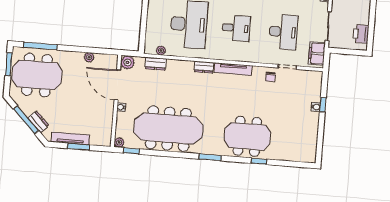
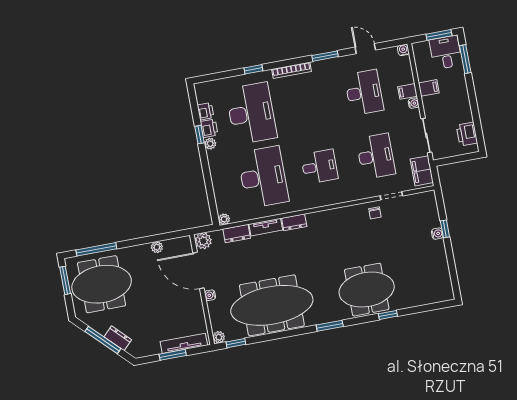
plant: (161, 51) -> (224, 219), moved
tv unit: (233, 69) -> (266, 227), moved, width x0.71
tv unit: (70, 138) -> (184, 343), moved

